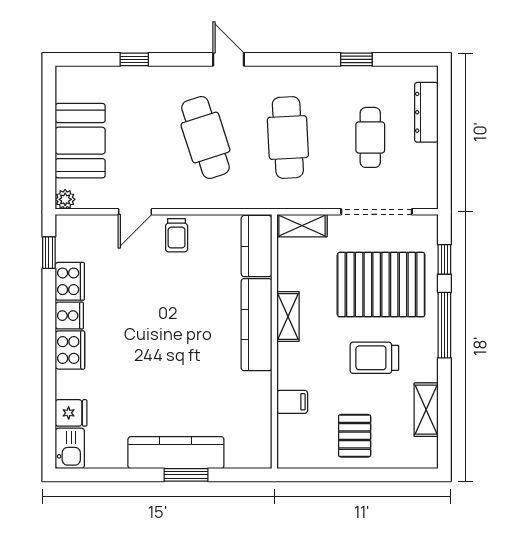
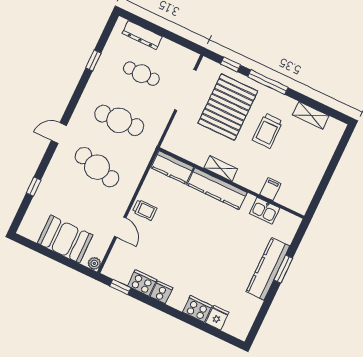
cafe table: (205, 137) -> (97, 167), turned 33
shelving: (302, 226) -> (173, 136), removed
cooker: (70, 350) -> (197, 309), moved
pallet: (355, 436) -> (306, 163), removed
kitchen sink: (70, 448) -> (265, 211), moved, turned 180

